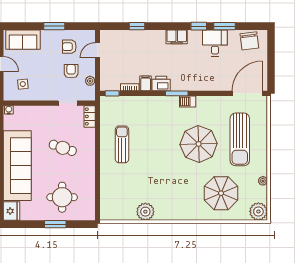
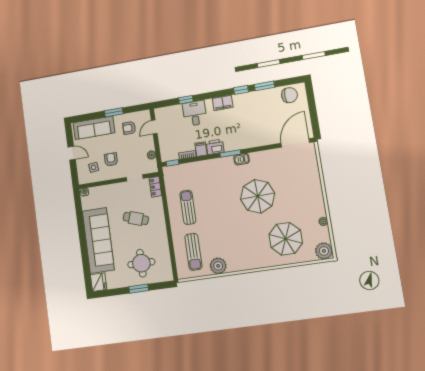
sofa: (23, 40) -> (94, 128), width x1.36
chair: (249, 41) -> (289, 95), turned -83
desk: (215, 43) -> (195, 113), moved
armchair: (71, 71) -> (111, 159), moved
sun lounger: (240, 139) -> (193, 252), moved, width x0.73, depth x0.75

